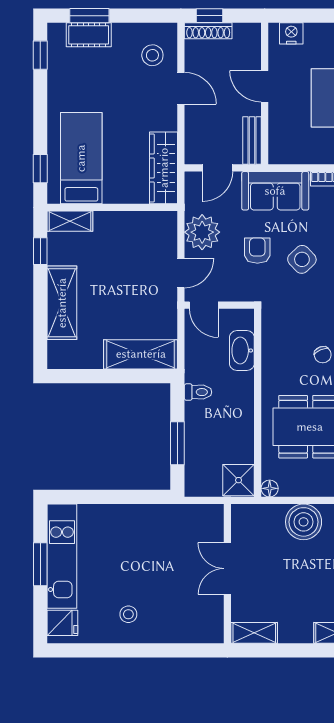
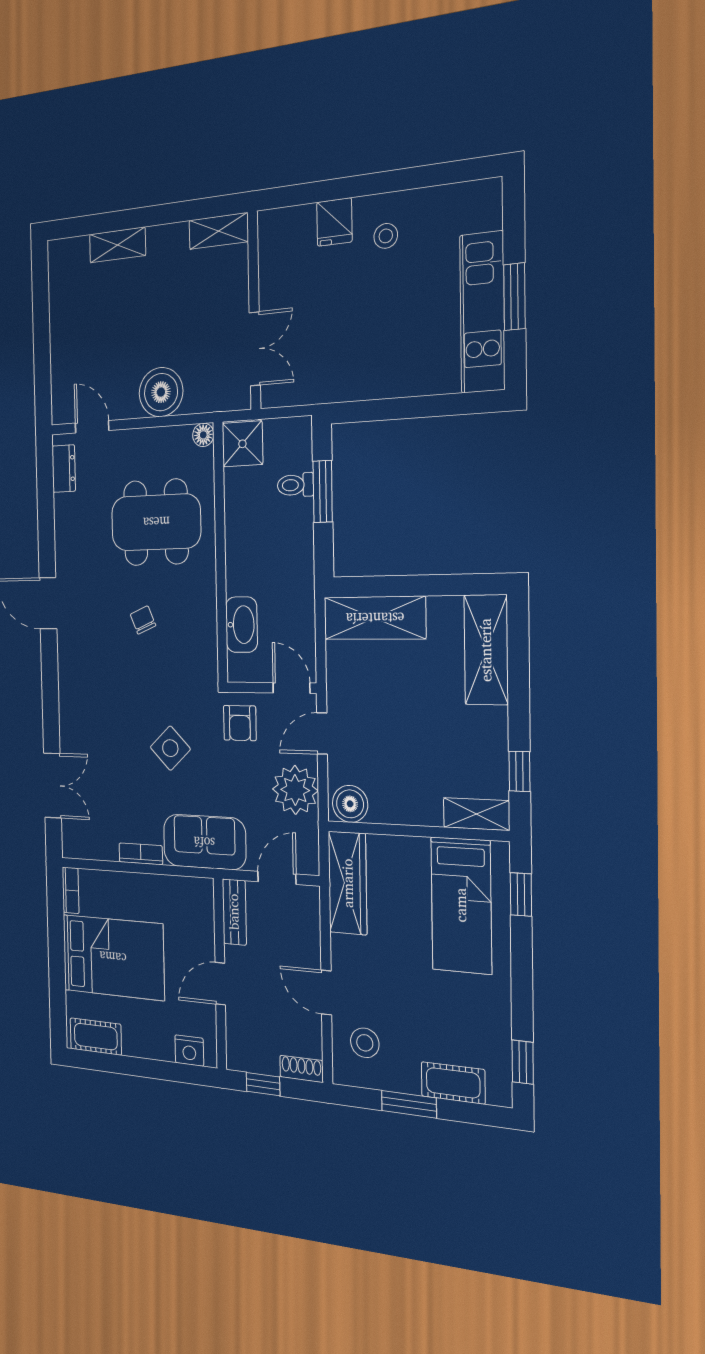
window: (89, 16) -> (409, 1104), moved
window: (209, 16) -> (263, 1084), moved
shoe rack: (208, 31) -> (301, 1069), width x0.70
door: (265, 86) -> (220, 984), swing flipped
boiler: (161, 224) -> (350, 804), added
armchair: (257, 251) -> (240, 723), moved
shelving: (62, 303) -> (486, 650), moved
toilet: (198, 392) -> (295, 485), moved
double door: (227, 569) -> (255, 349), moved
fridge: (62, 623) -> (334, 222), moved, turned -90

